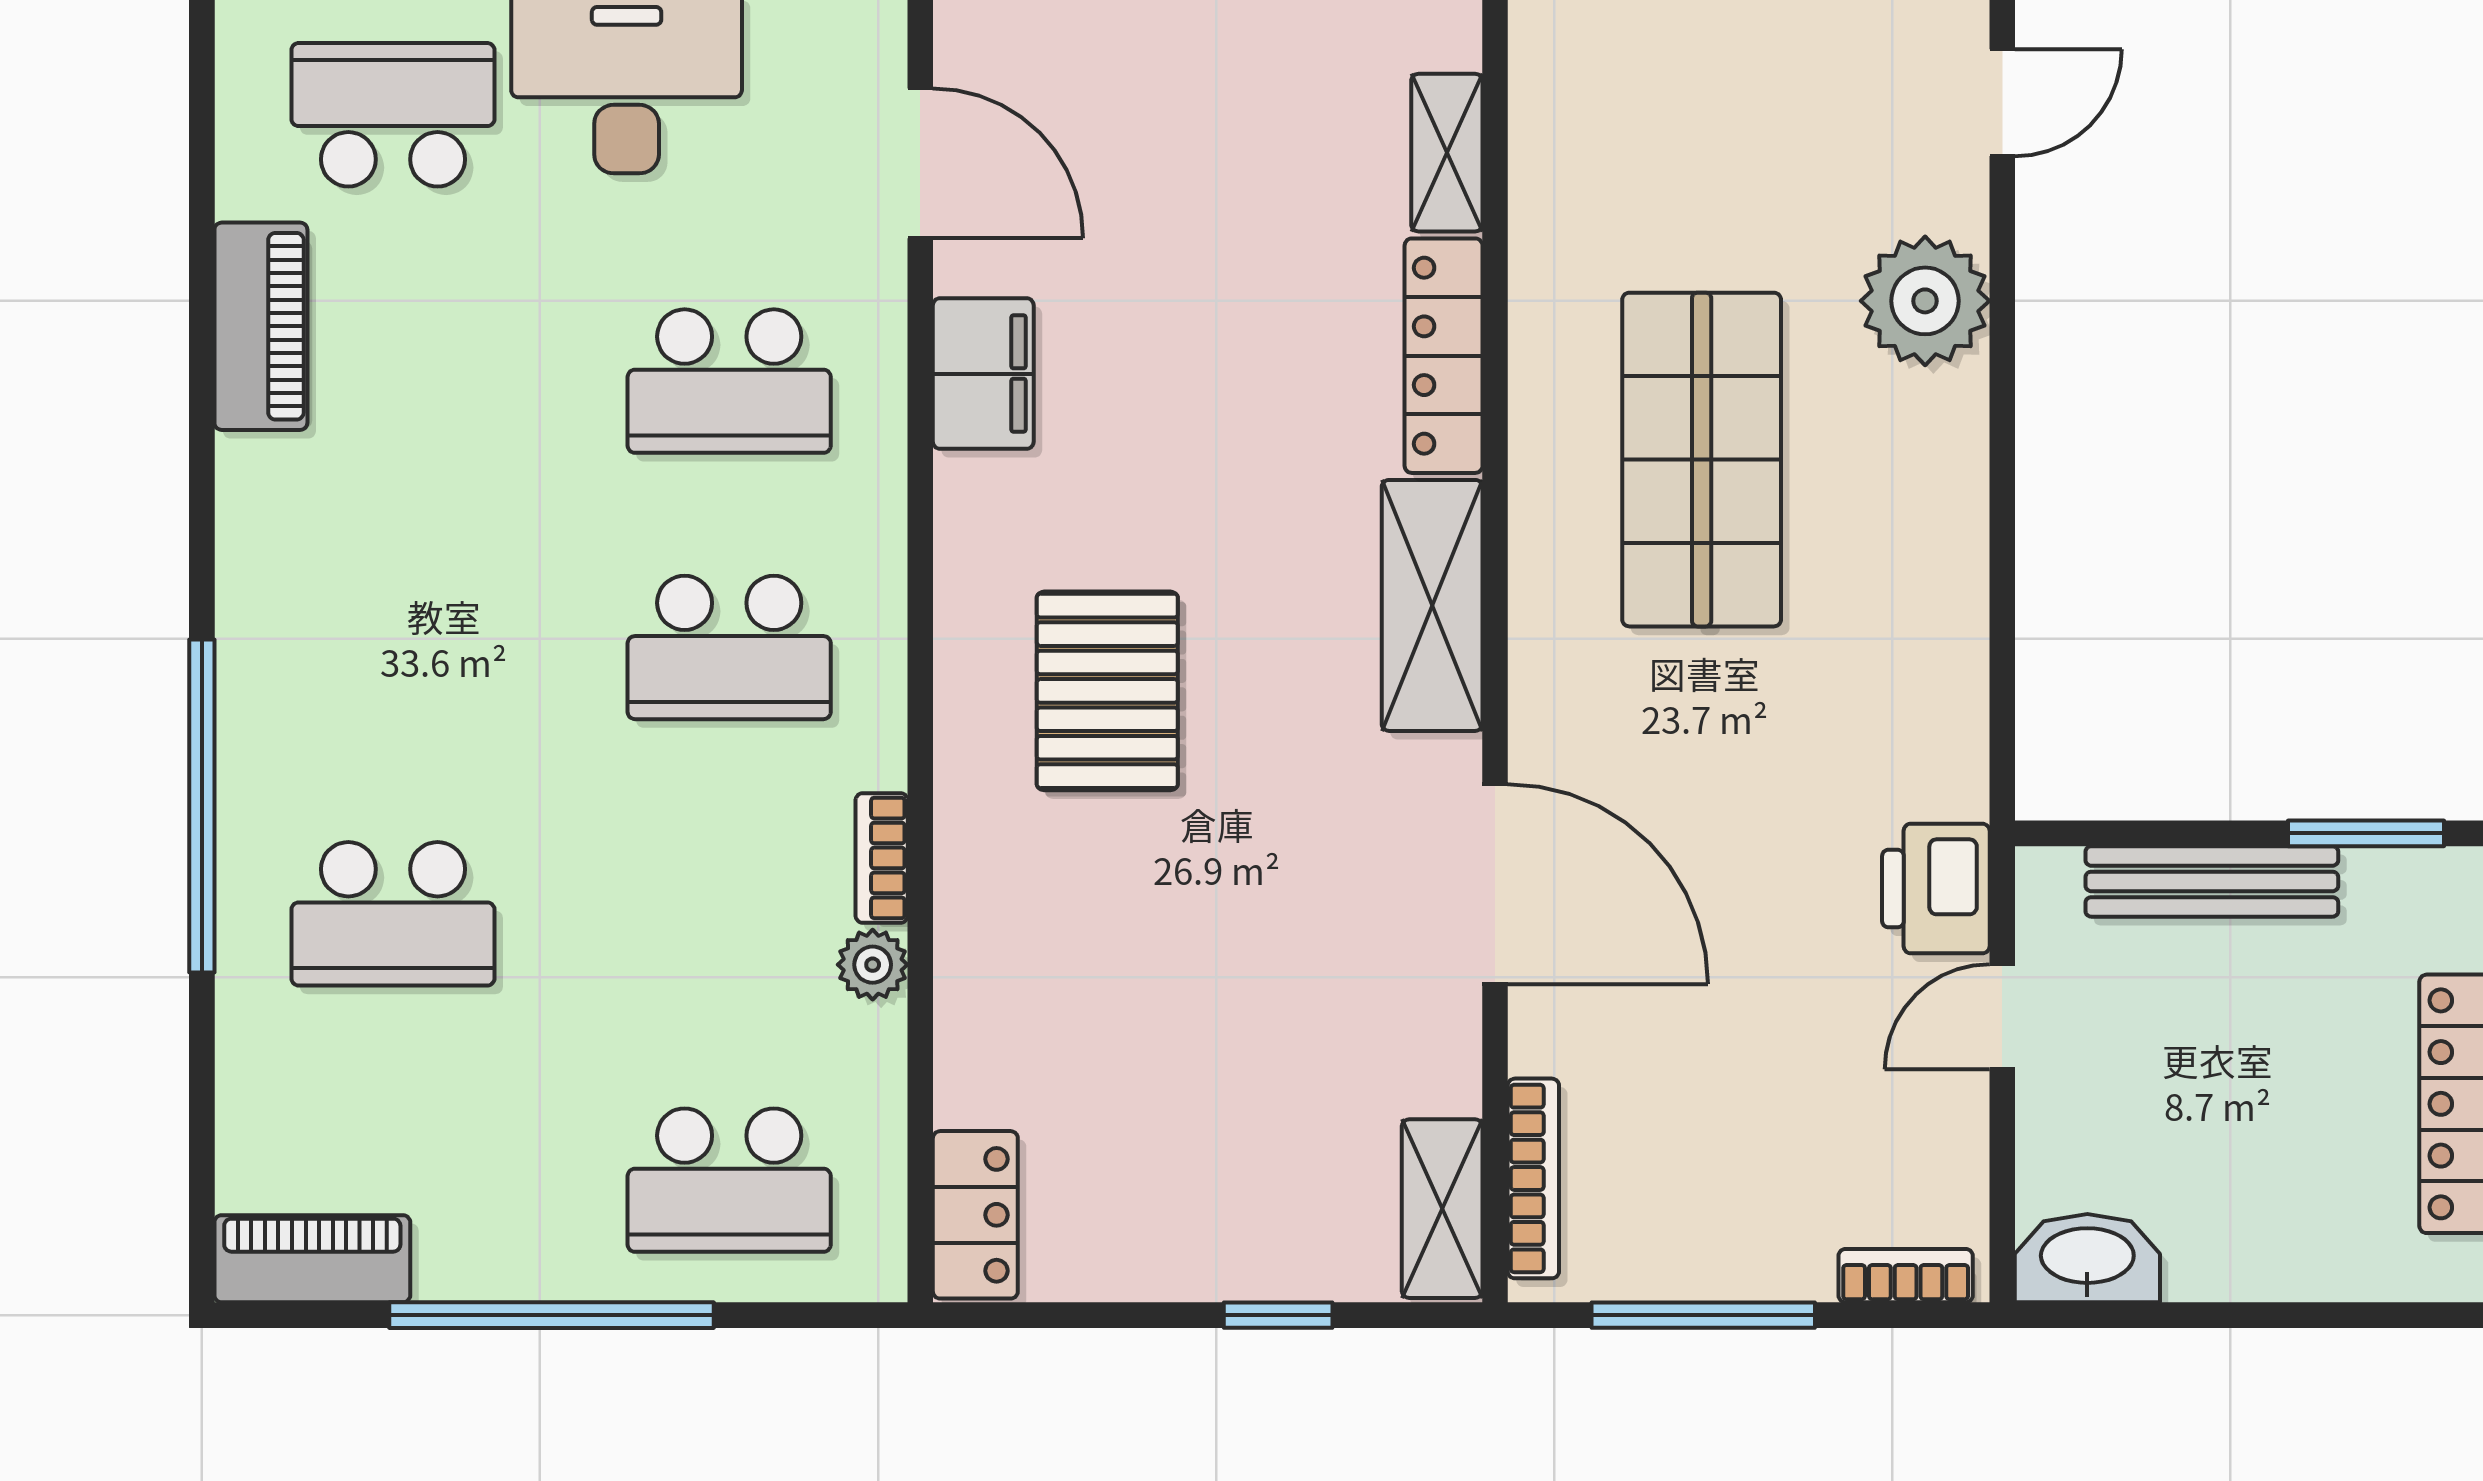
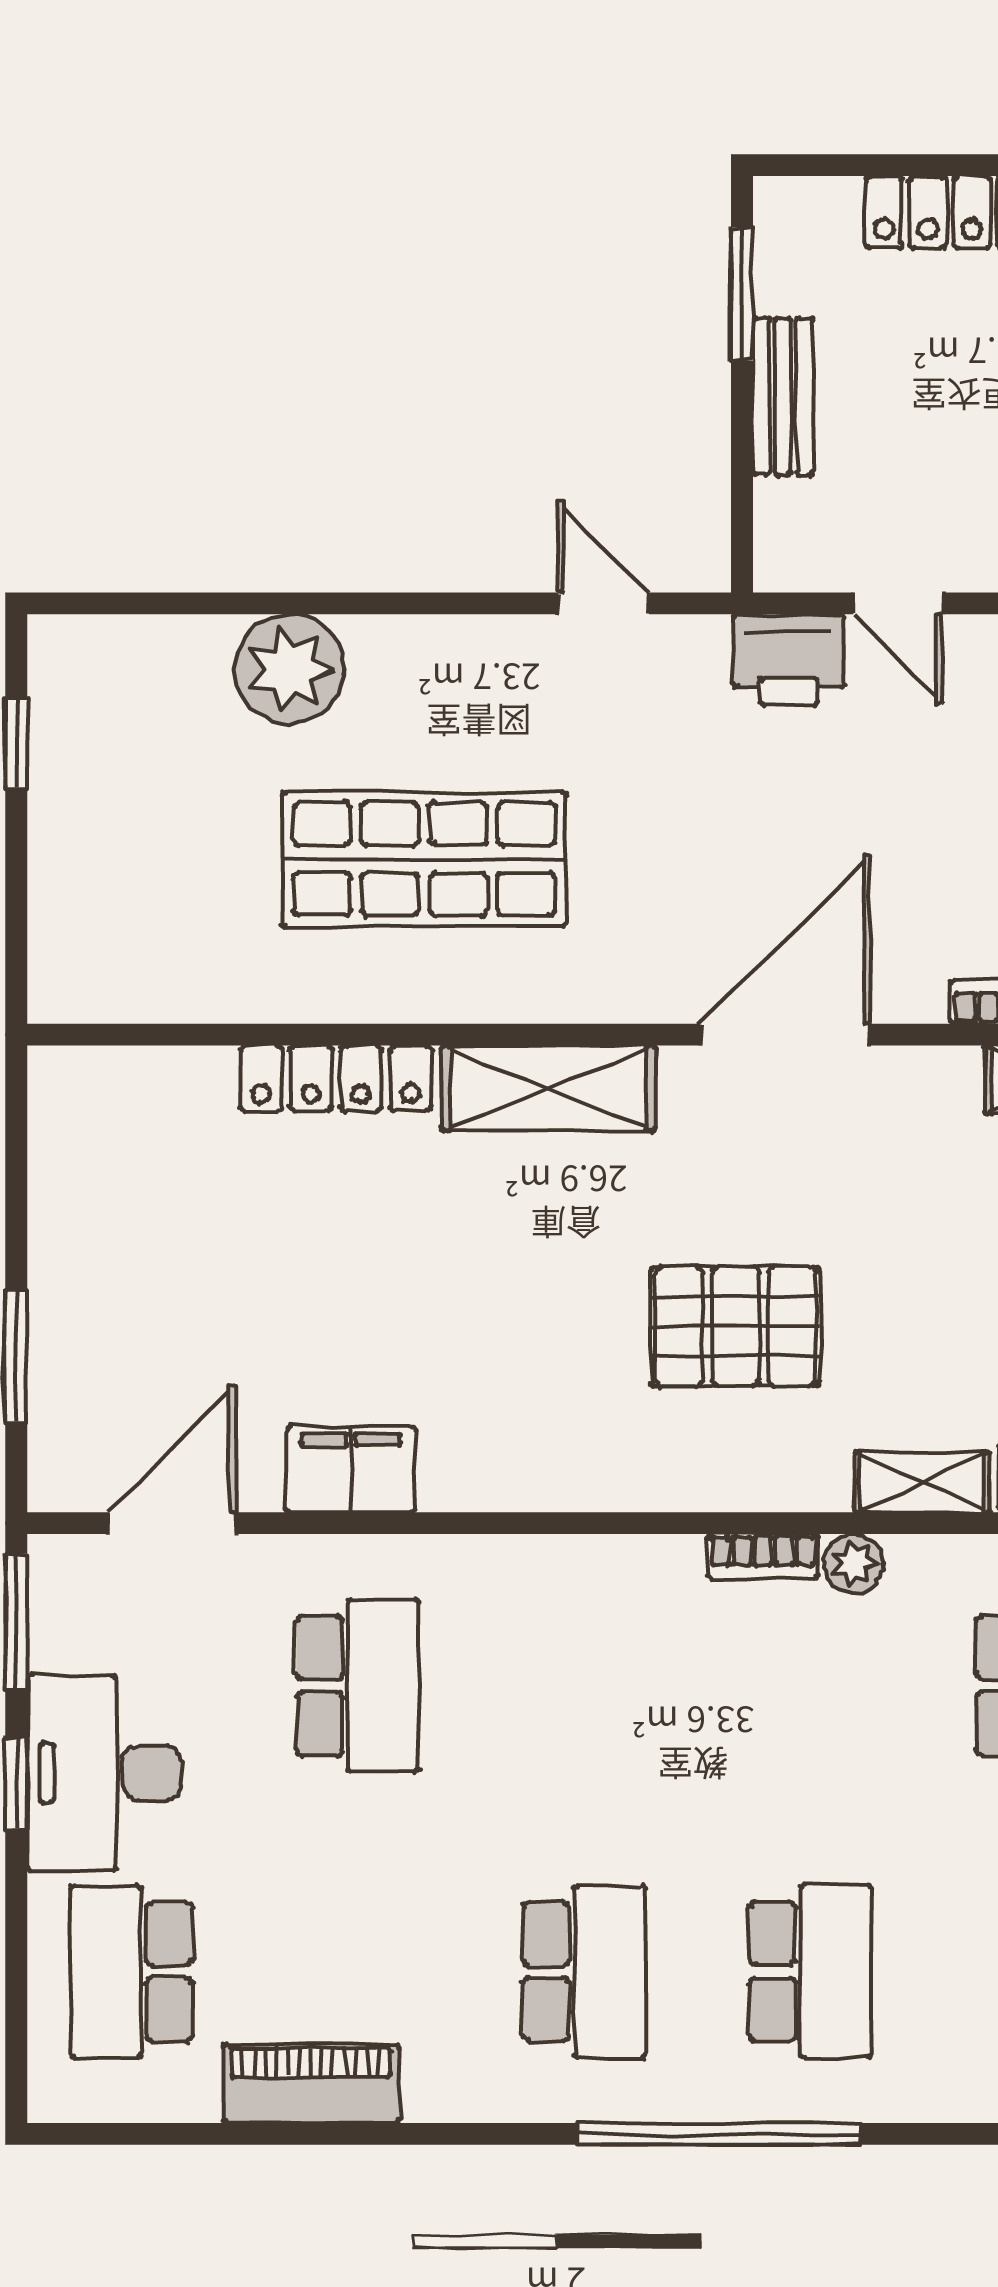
door: (2002, 103) -> (603, 603), moved
shelving: (1447, 153) -> (922, 1482), moved
school desk: (729, 647) -> (584, 1971), moved
pallet: (1107, 691) -> (735, 1327), moved
bench: (2212, 881) -> (783, 397), width x0.73

